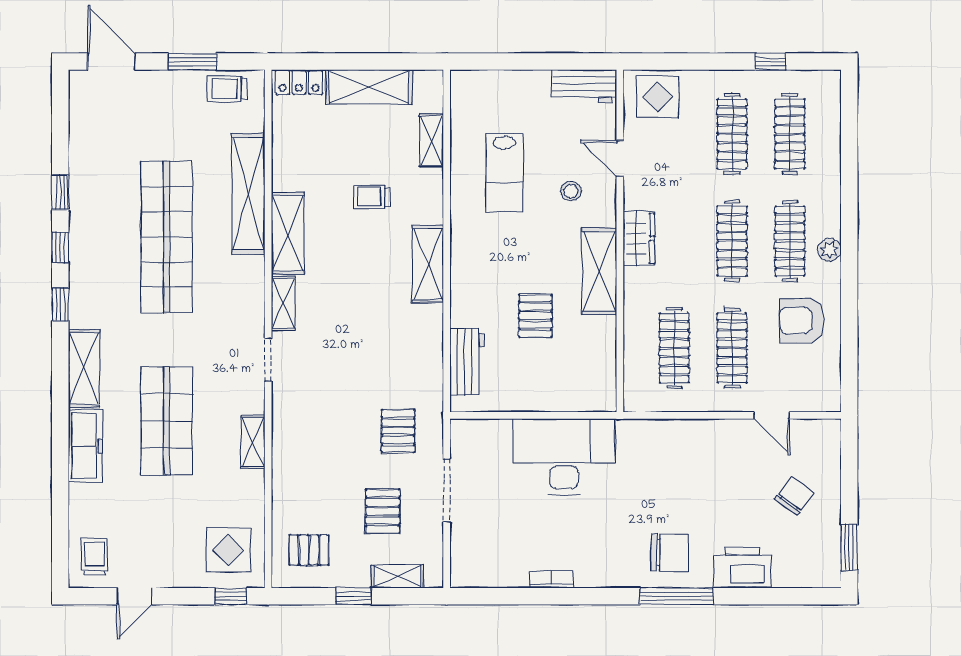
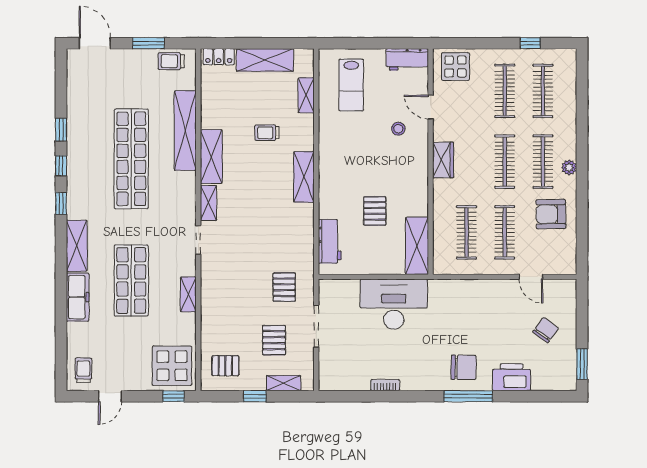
lab bench: (504, 173) -> (351, 85), moved
shelving: (599, 271) -> (417, 246), moved
display table: (228, 550) -> (172, 366), width x1.36, depth x1.36

